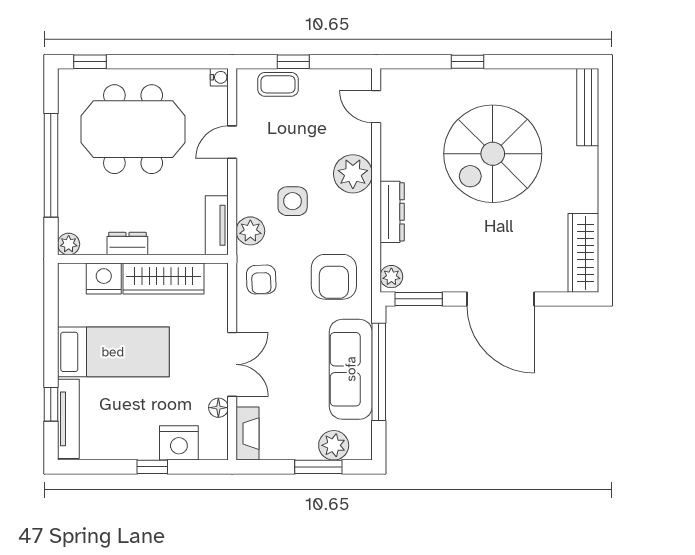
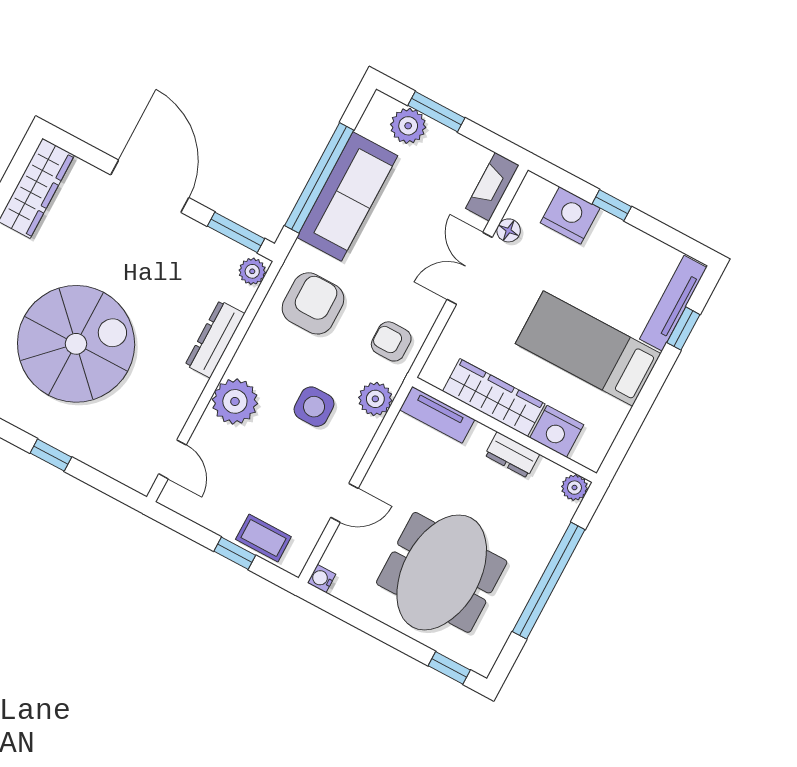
meeting table: (133, 129) -> (442, 572), turned 90
tv unit: (217, 225) -> (437, 415), moved, turned 90
armchair: (261, 280) -> (391, 341), turned -88

